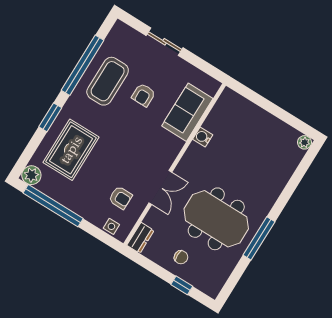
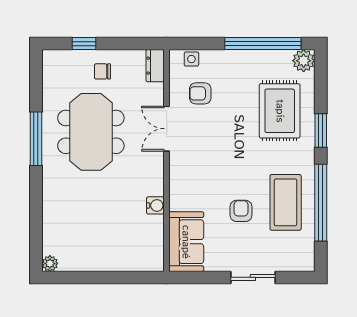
sofa: (187, 112) -> (186, 242), moved
meeting table: (216, 219) -> (91, 132), turned 90

